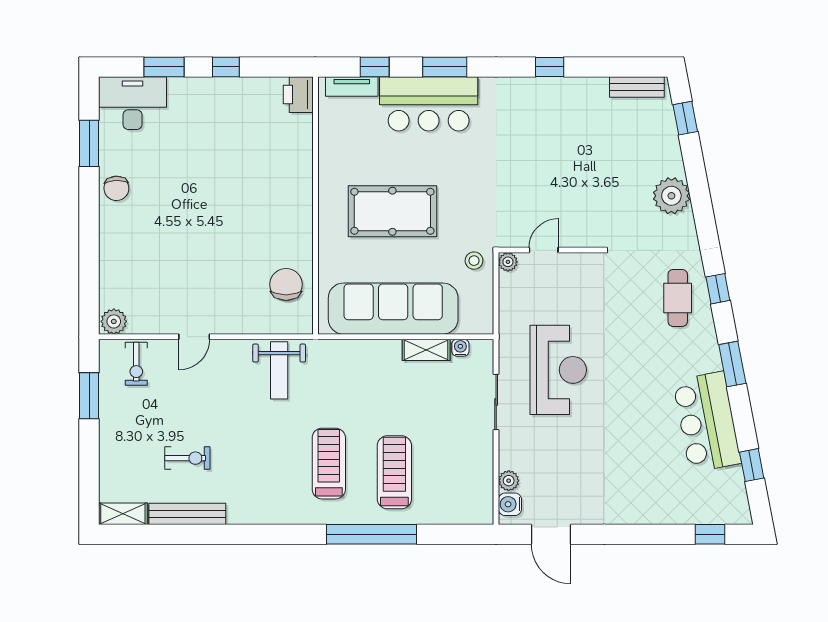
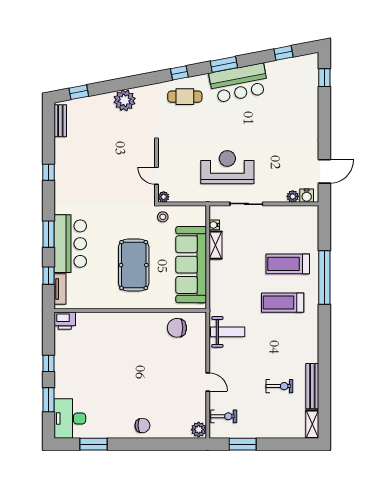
chair: (116, 188) -> (142, 426), moved
bar counter: (707, 422) -> (239, 83), moved
exercise bike: (187, 458) -> (279, 386), turned 90

